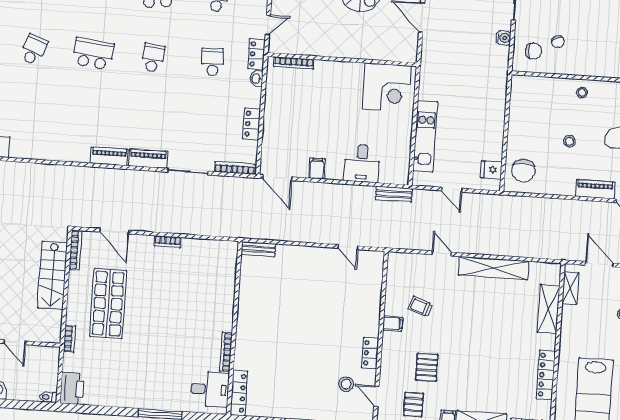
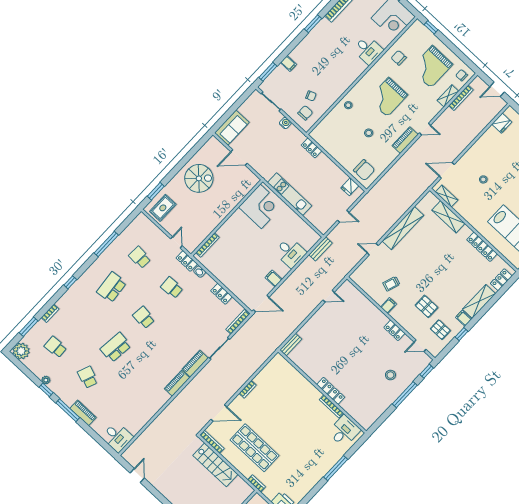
locker: (500, 91) -> (311, 148), added
kitchen unit: (425, 136) -> (290, 194), moved
stool: (346, 384) -> (390, 375), moved
locker: (239, 393) -> (331, 391), moved

